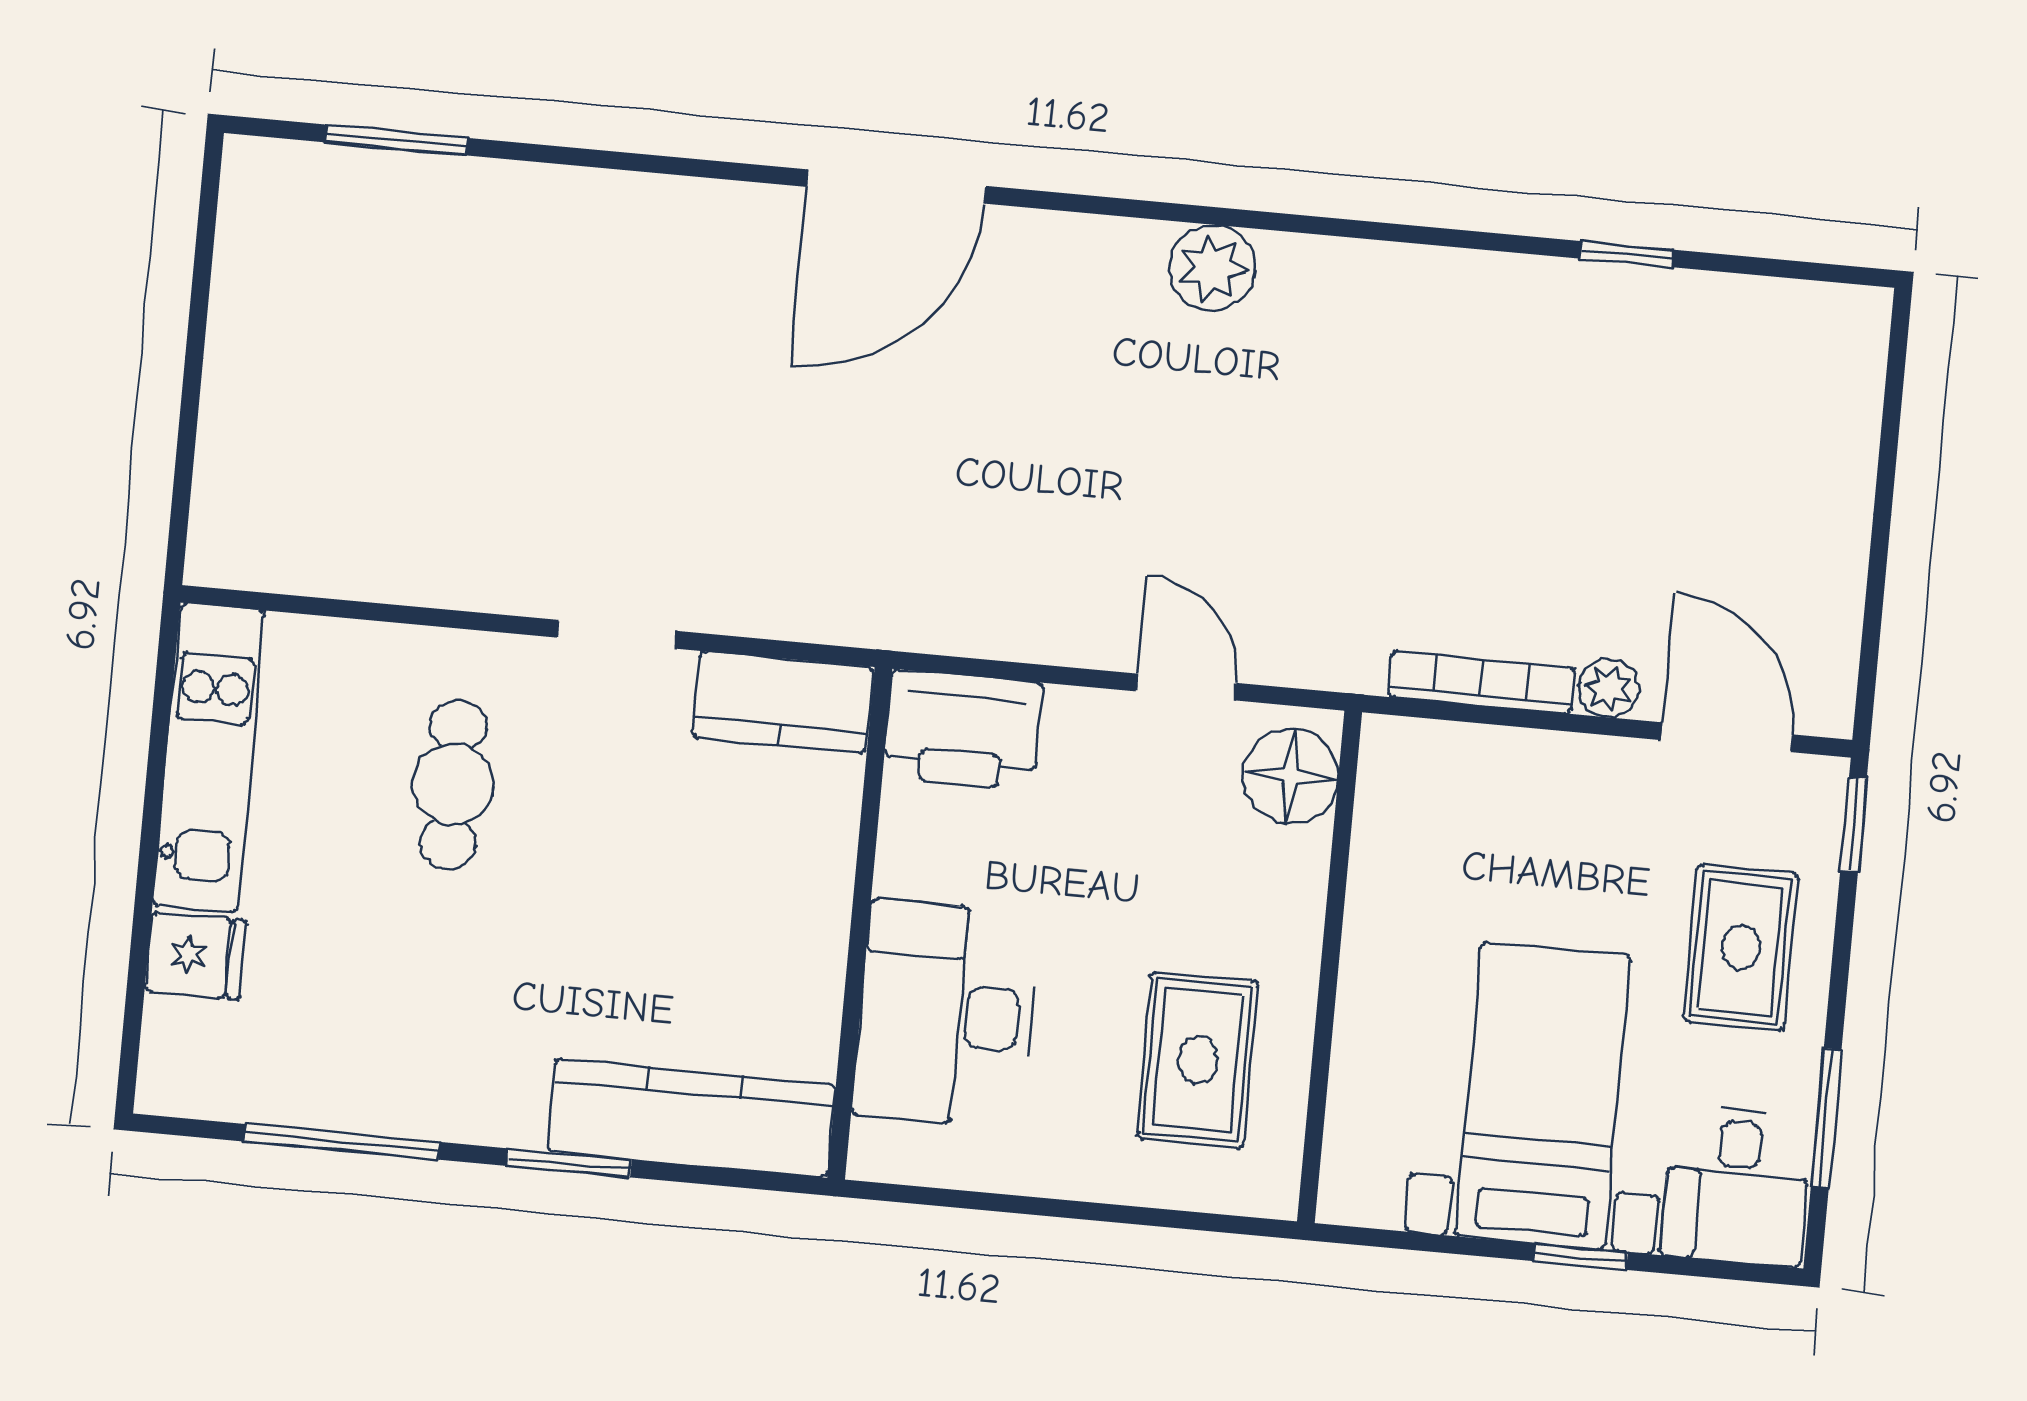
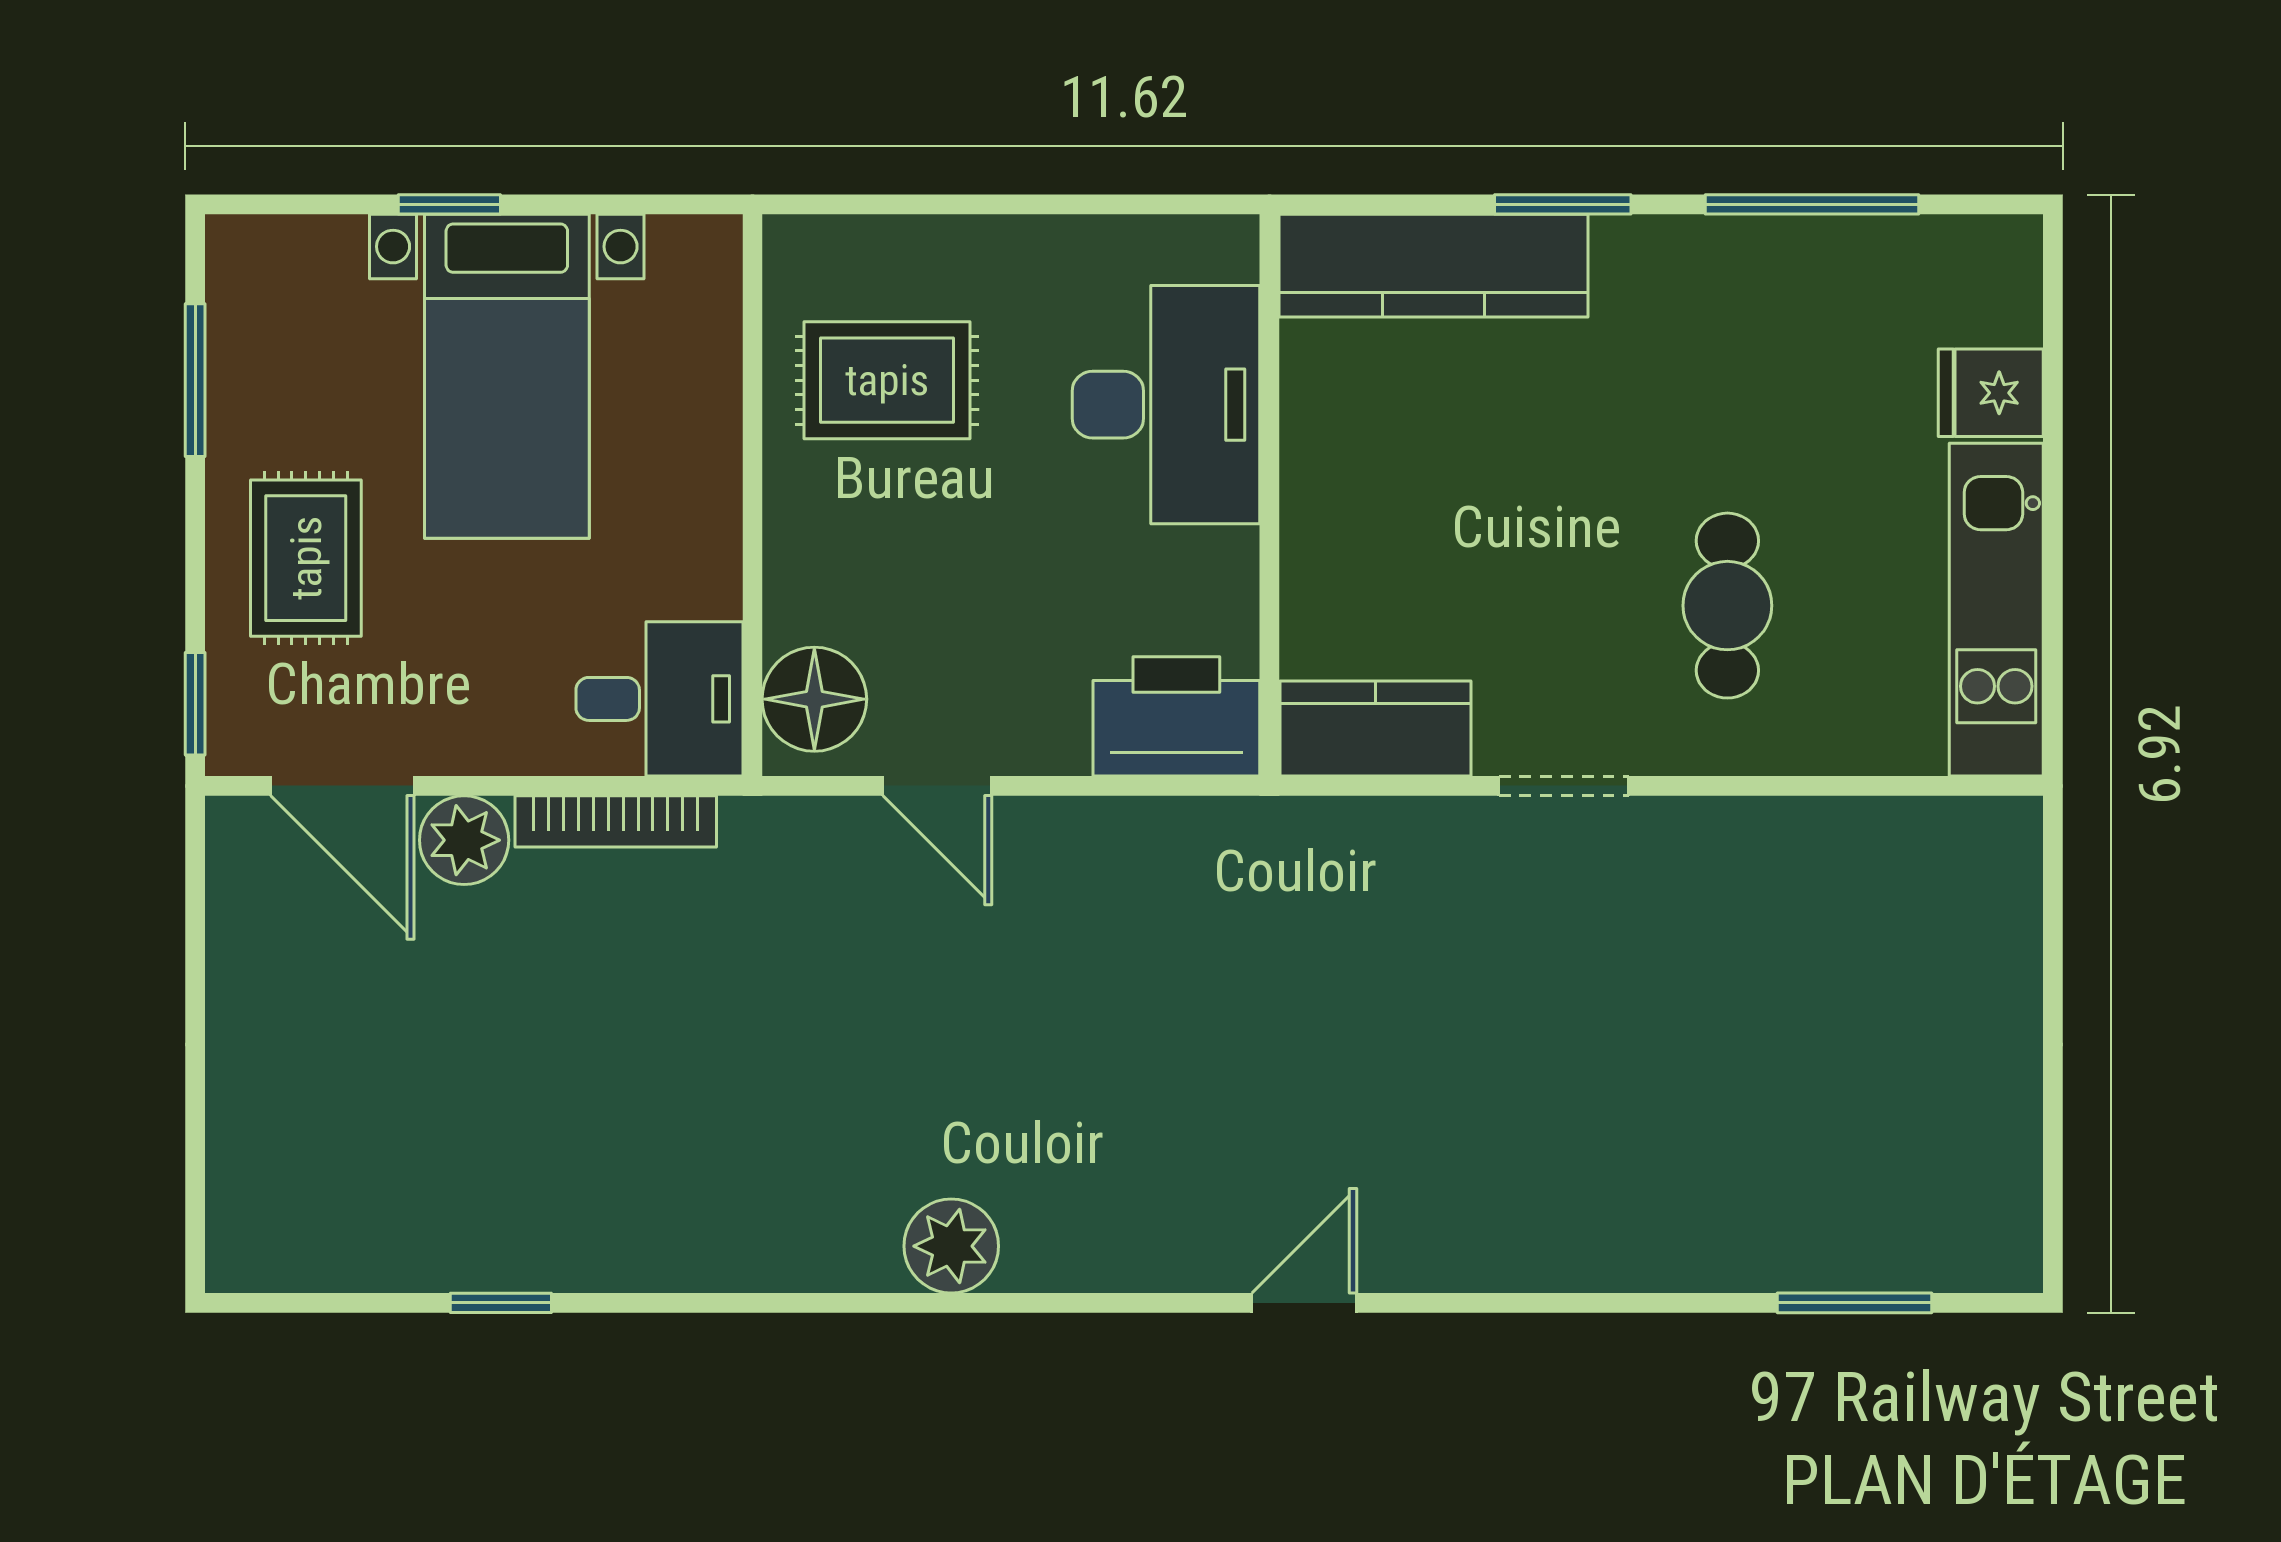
door: (896, 186) -> (1304, 1303), width x0.53
plant: (1609, 688) -> (464, 840), width x1.38, depth x1.38
rug: (1198, 1060) -> (887, 380), turned 90
desk: (1737, 1186) -> (659, 699), moved, turned 90

